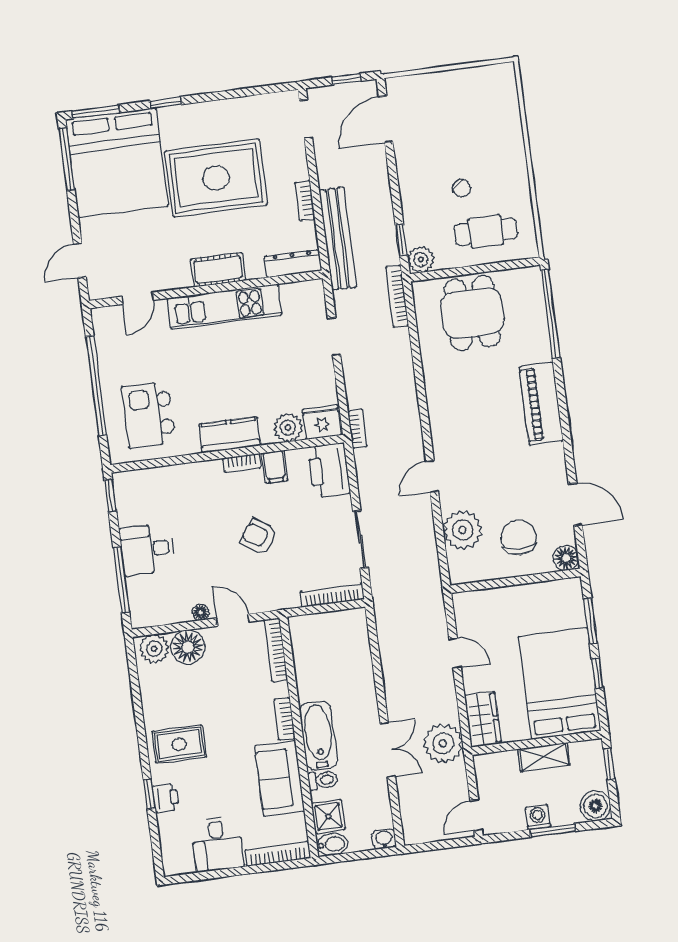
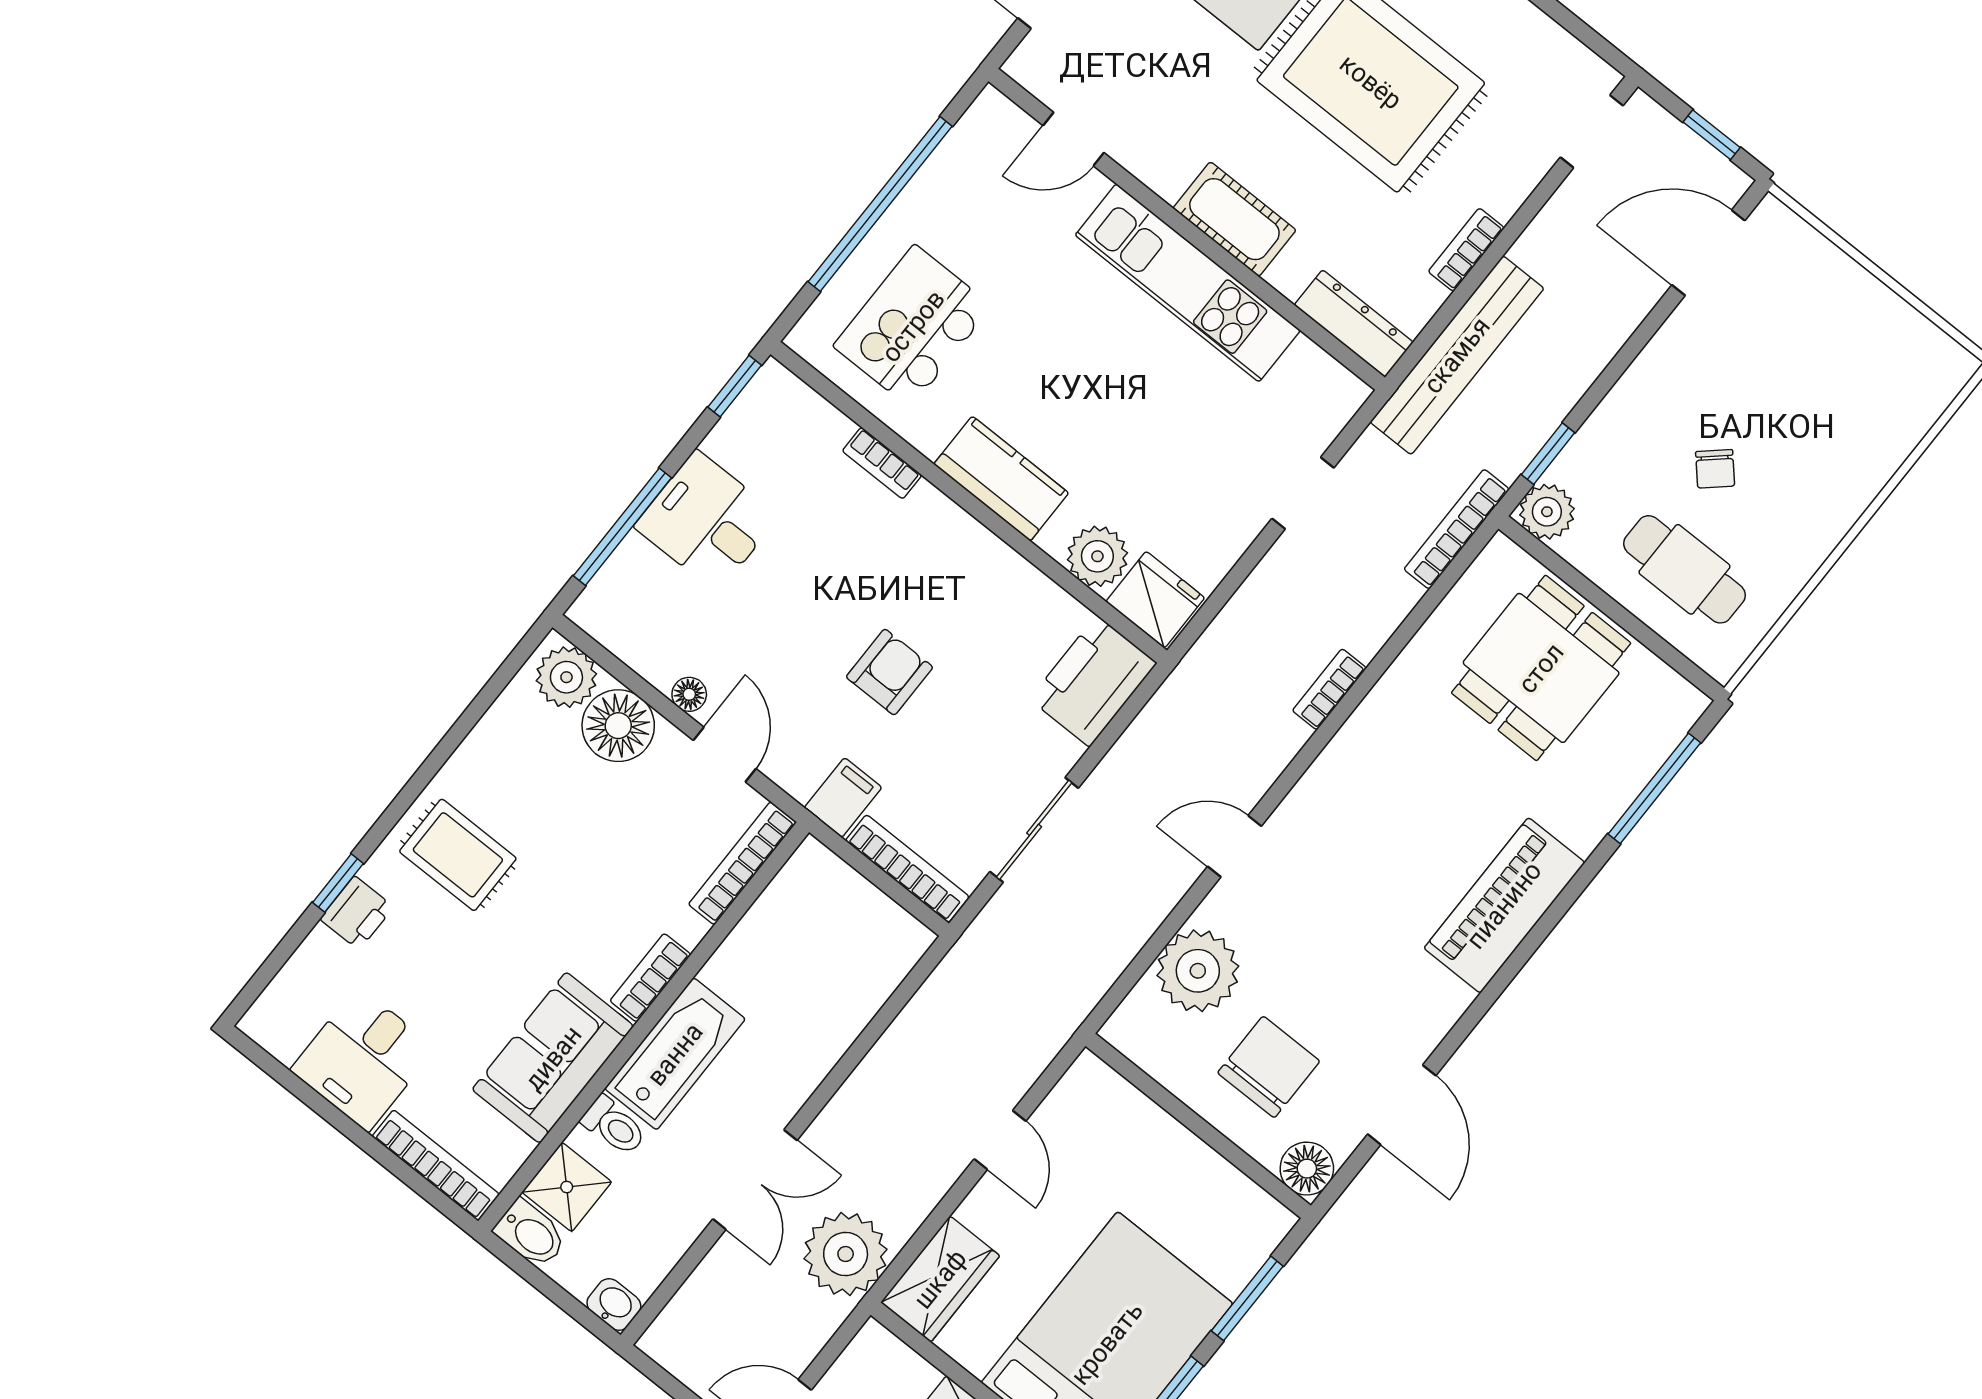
window: (551, 314) -> (1654, 788), width x0.68
bookcase: (357, 429) -> (1329, 689), moved, turned 180
bookcase: (242, 463) -> (882, 463), moved
filing cabinet: (275, 467) -> (843, 798), moved, turned 180
armchair: (259, 537) -> (889, 672), turned 57

